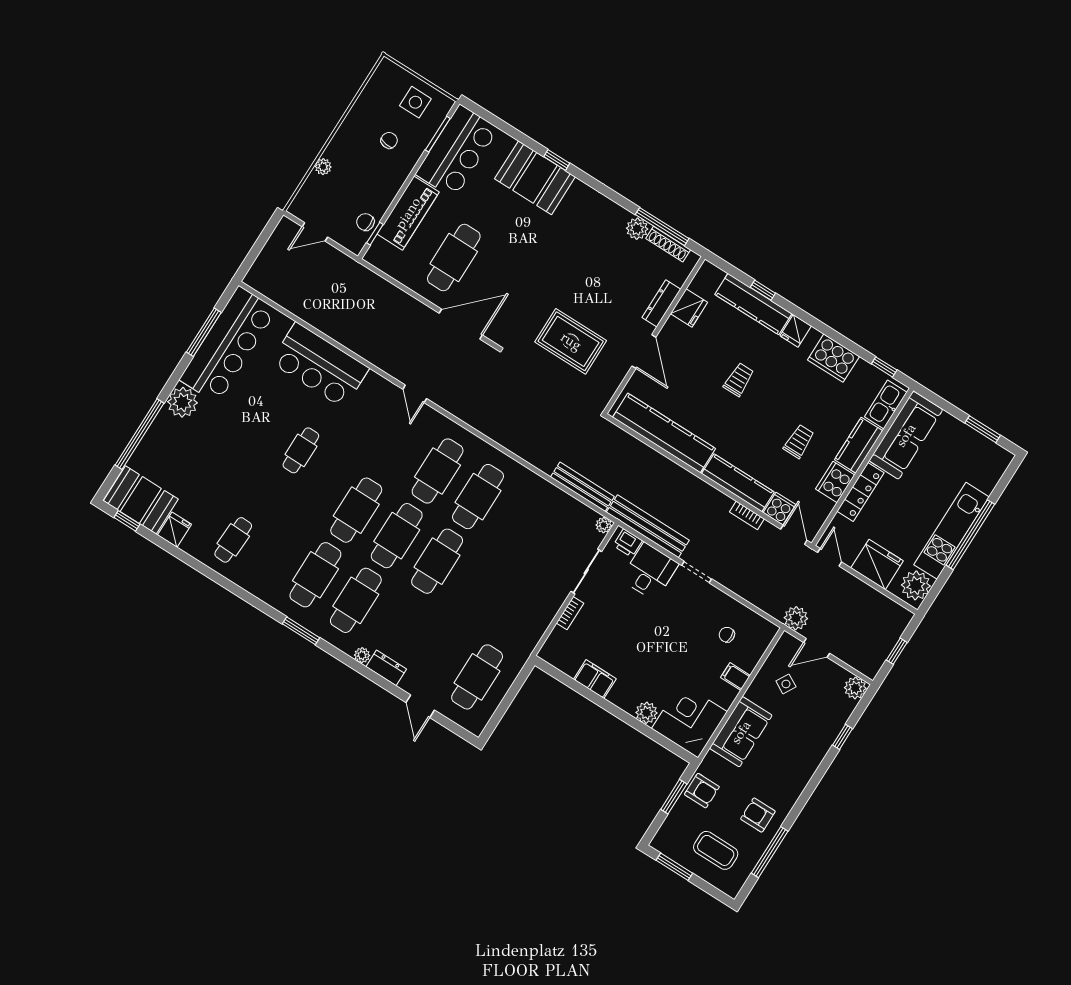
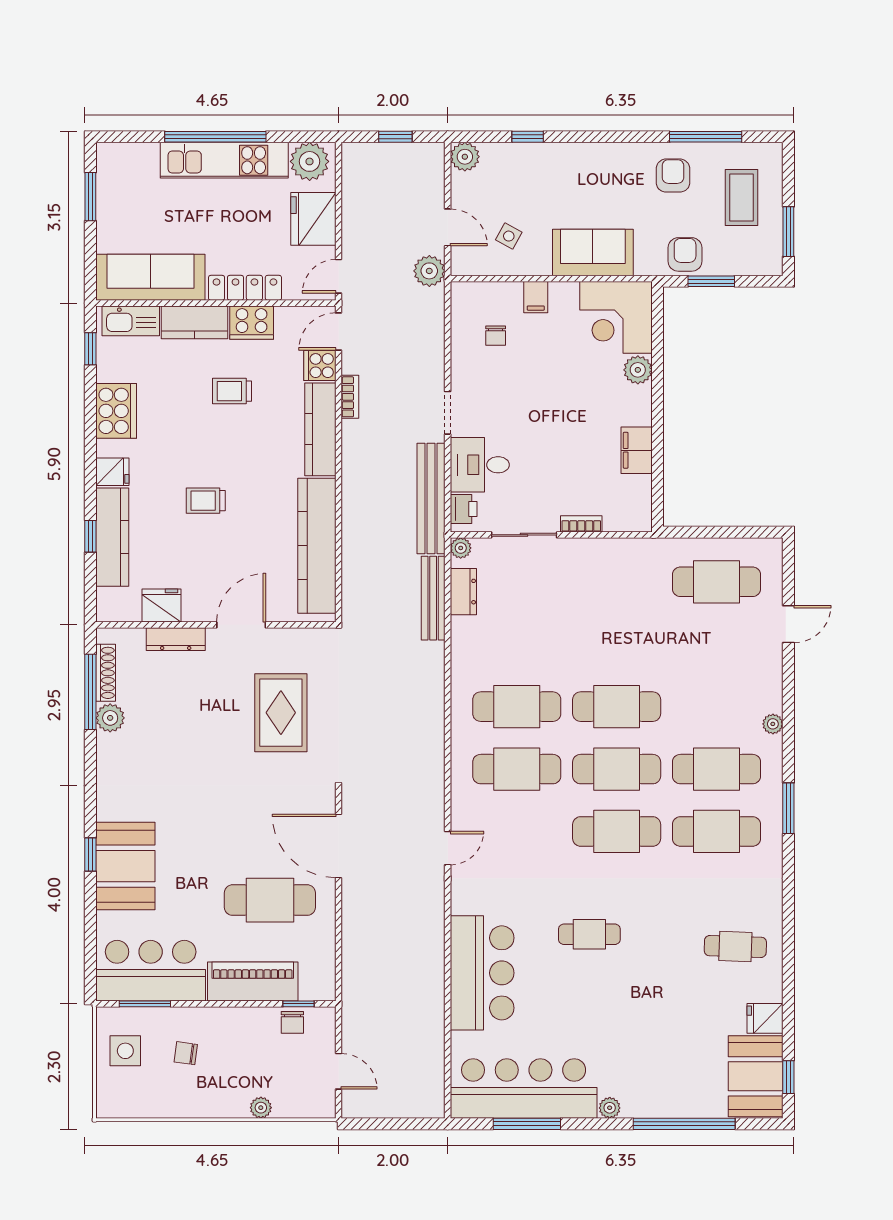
plant: (182, 402) -> (610, 1108), width x0.53, depth x0.53
dresser: (386, 668) -> (463, 592), moved, turned 180
armchair: (758, 815) -> (673, 176), turned 180

